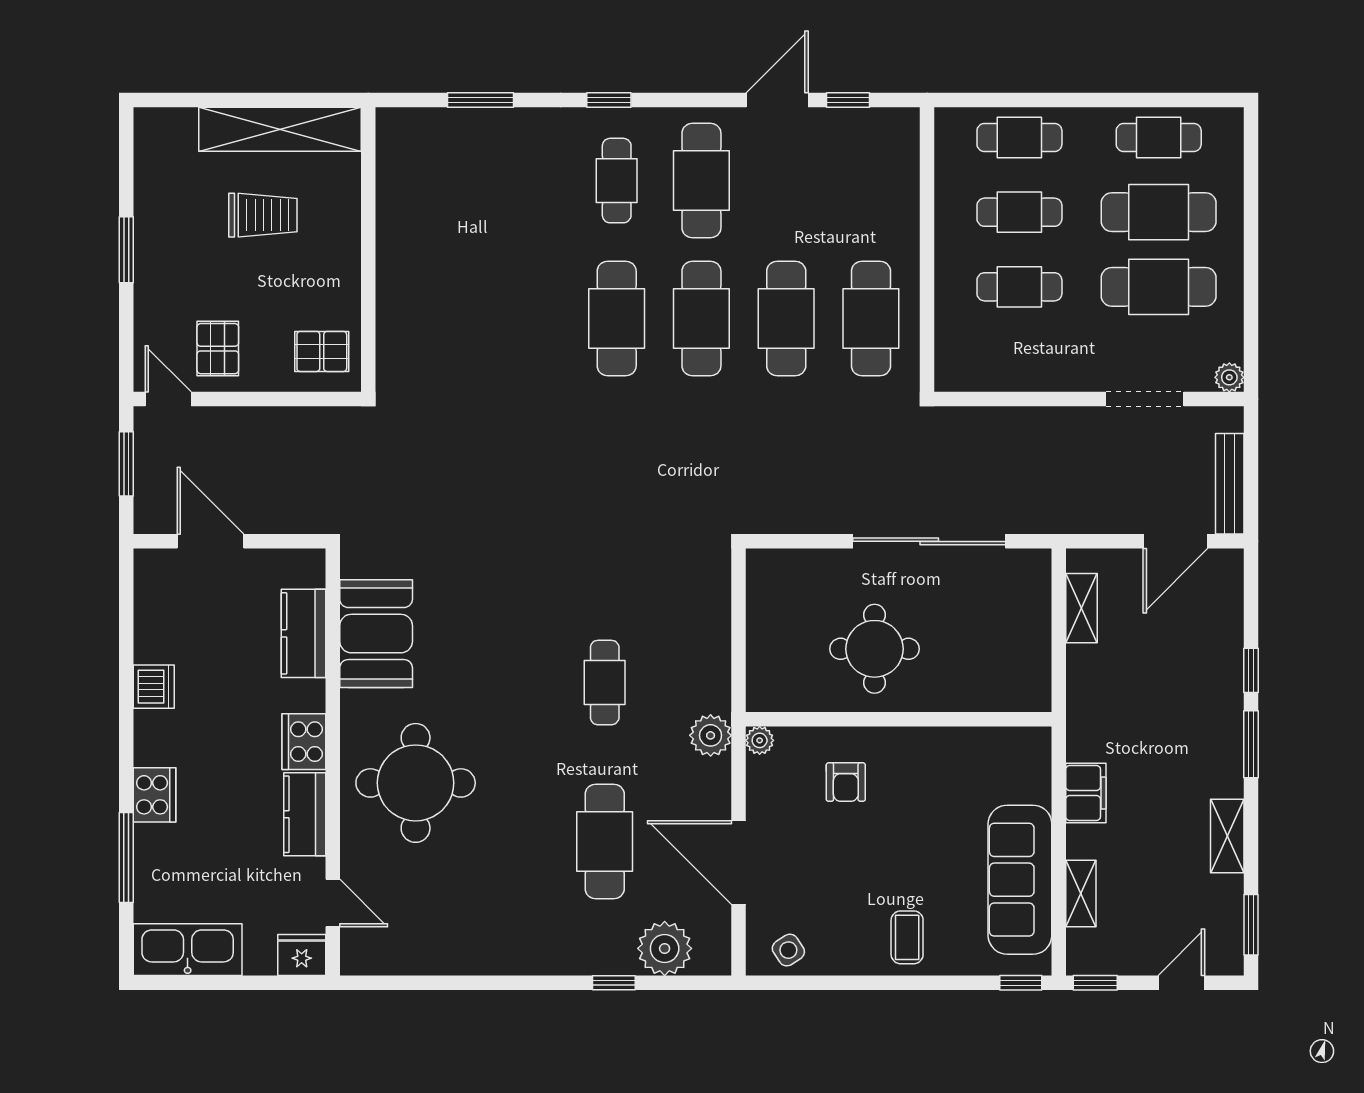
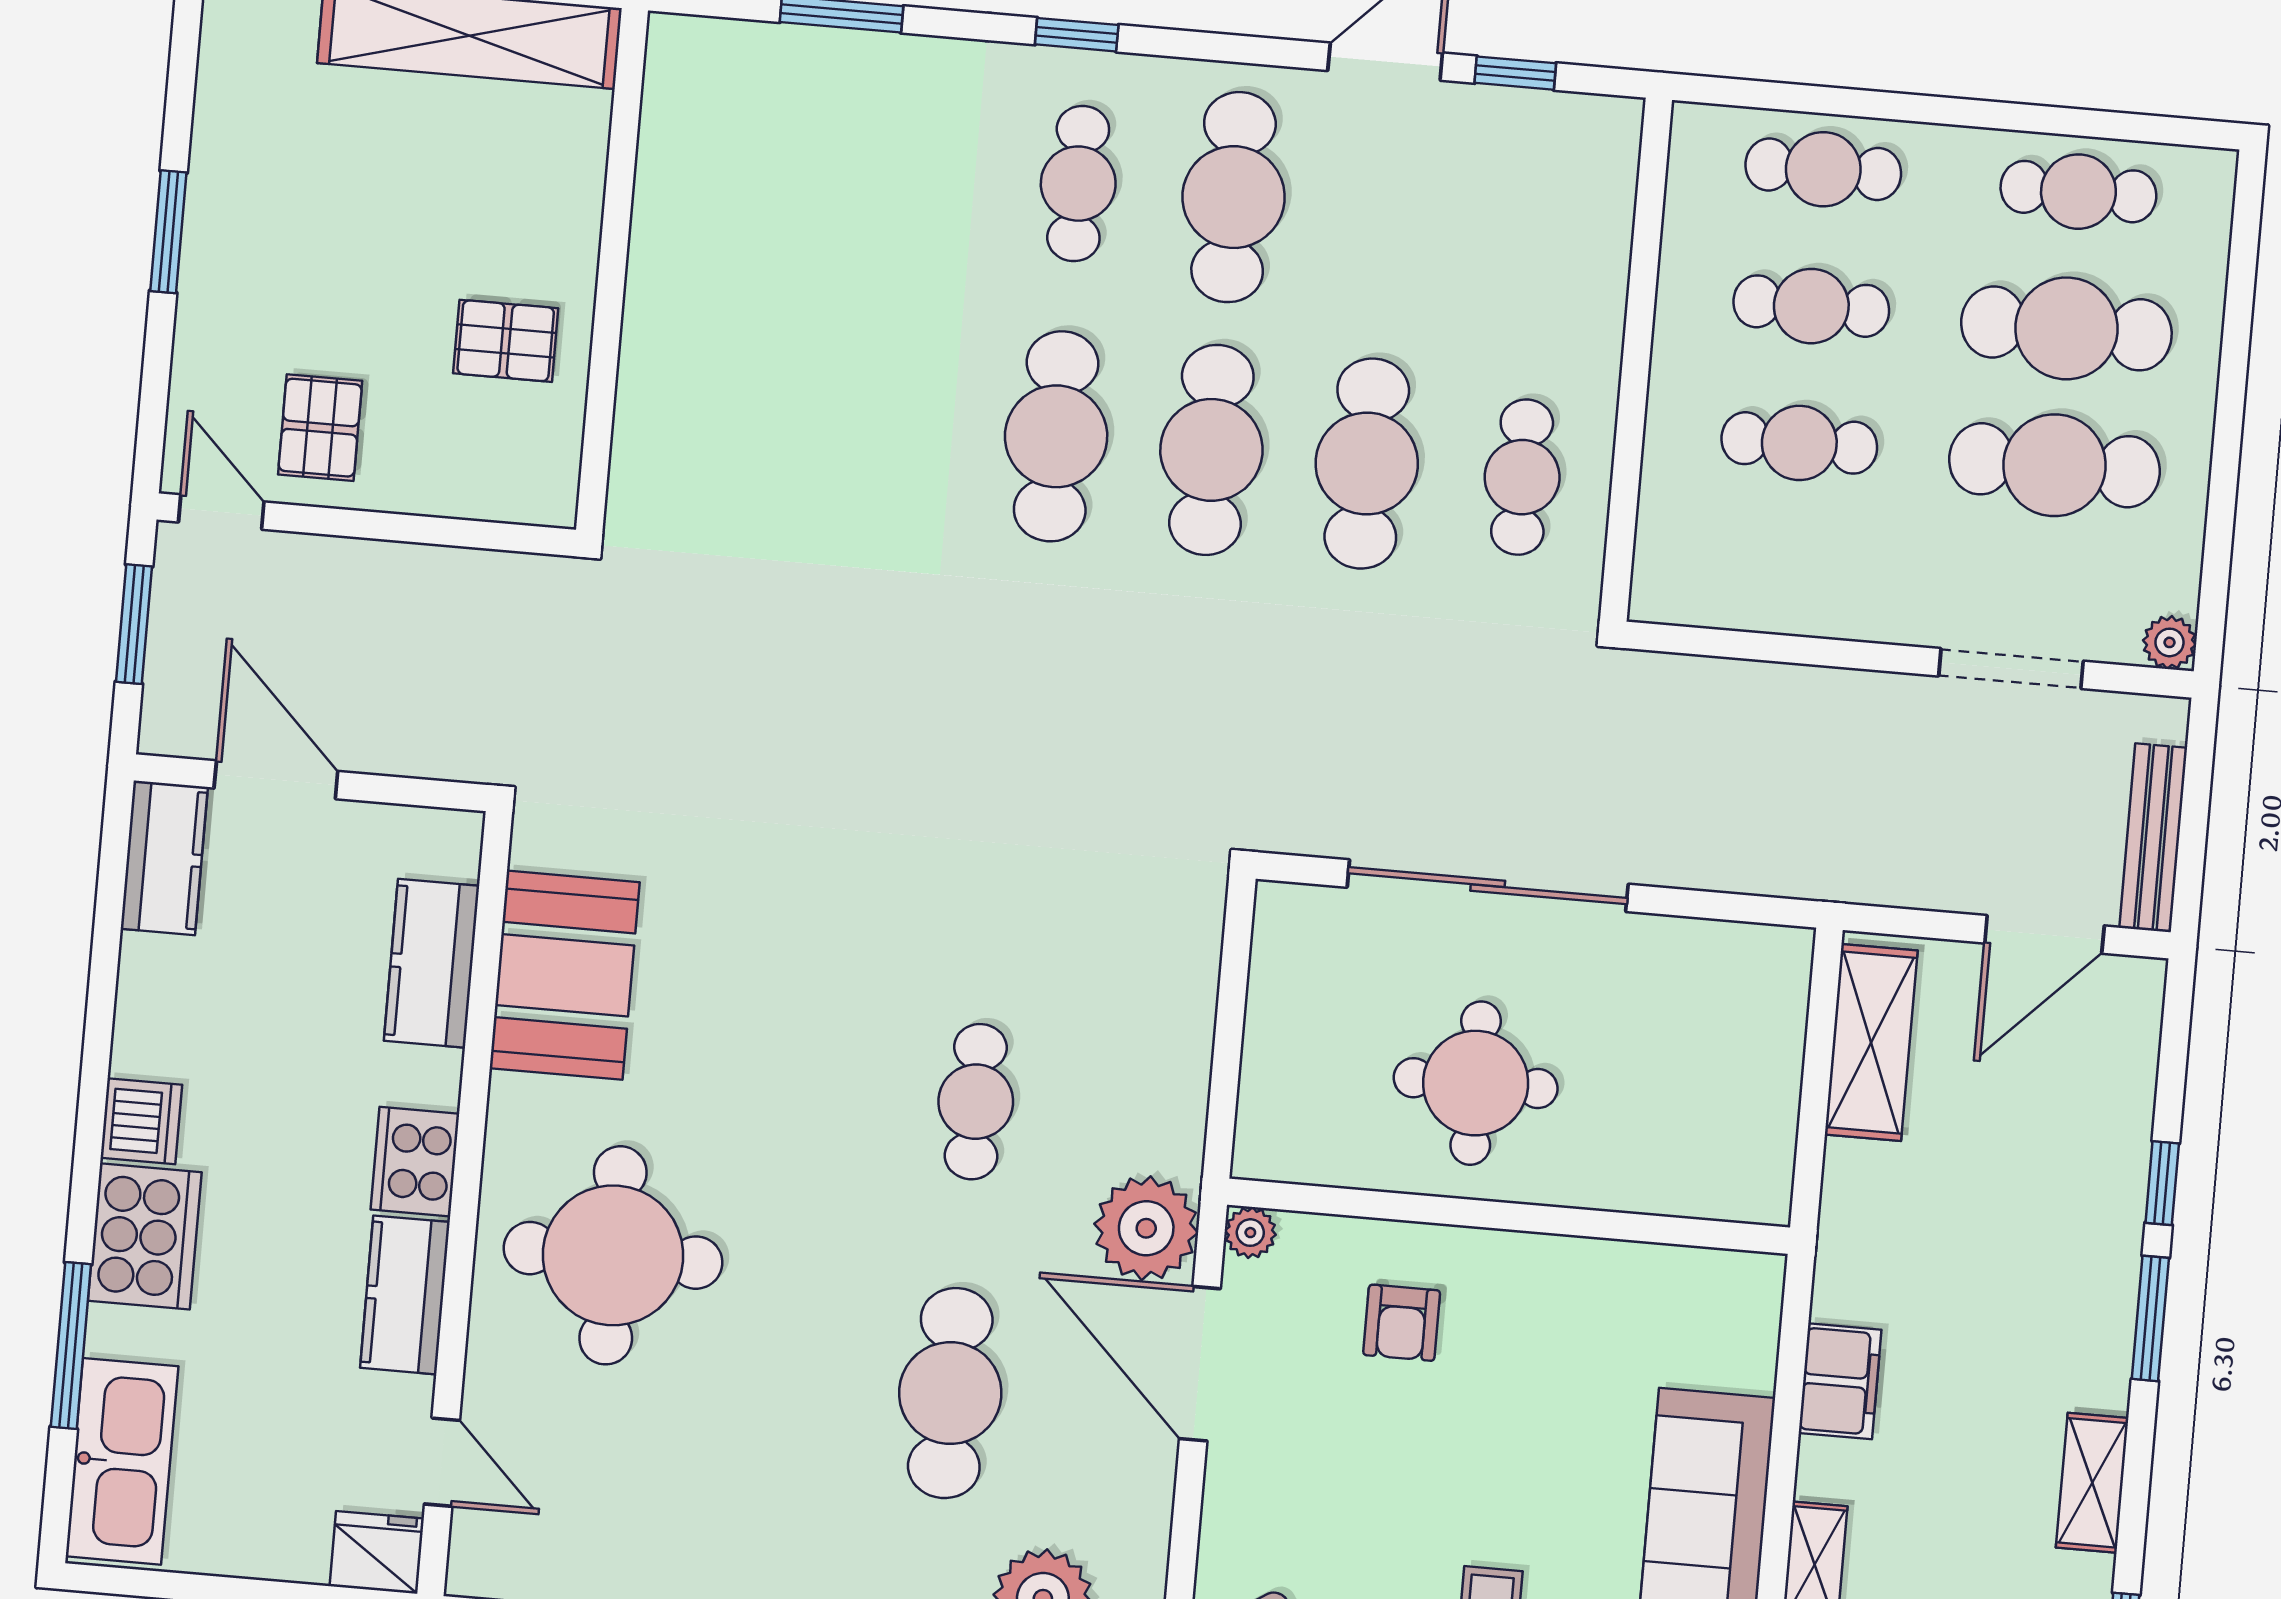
trolley: (263, 215) -> (424, 190), removed
cafe table: (871, 318) -> (1522, 477), width x0.73, depth x0.74
pallet: (322, 351) -> (506, 341), moved
sliding door: (929, 541) -> (1488, 886), moved
kitchen counter: (154, 589) -> (164, 858), added
shelving: (1082, 608) -> (1871, 1043), width x1.50, depth x1.33
dishwasher: (154, 687) -> (141, 1121), moved
plant: (711, 735) -> (1146, 1228), width x1.36, depth x1.36
cooker: (155, 795) -> (145, 1236), width x1.37, depth x1.31
door: (738, 862) -> (1200, 1364), moved
kitchen sink: (188, 950) -> (122, 1461), moved, turned 90

